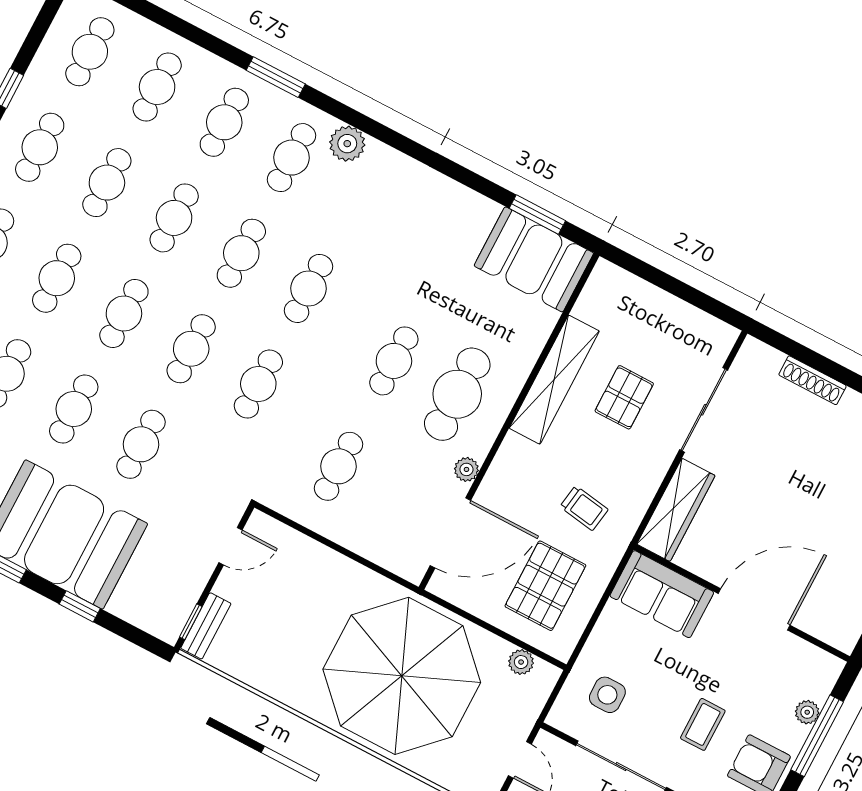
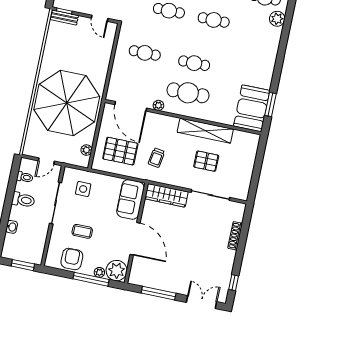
plant: (814, 672) -> (117, 271), added

